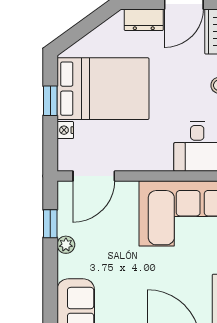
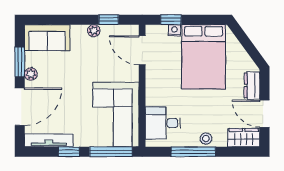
window: (50, 101) -> (171, 20), moved

